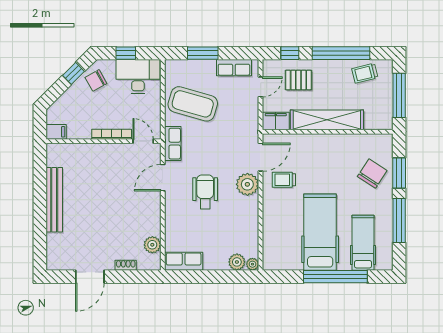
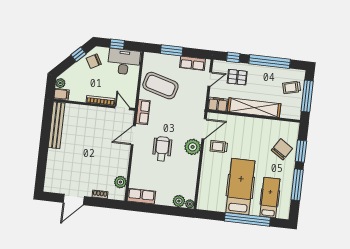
trolley: (365, 73) -> (292, 87), moved
plant: (53, 116) -> (60, 83), added
bench: (54, 200) -> (57, 125), moved

